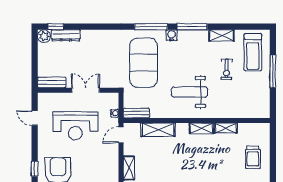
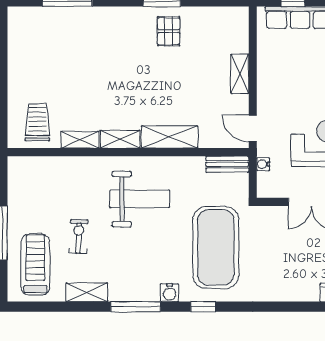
window: (151, 27) -> (203, 307), width x0.46
shelving: (158, 130) -> (170, 137), moved
door: (121, 135) -> (253, 128), swing flipped
trolley: (253, 157) -> (37, 122), moved

